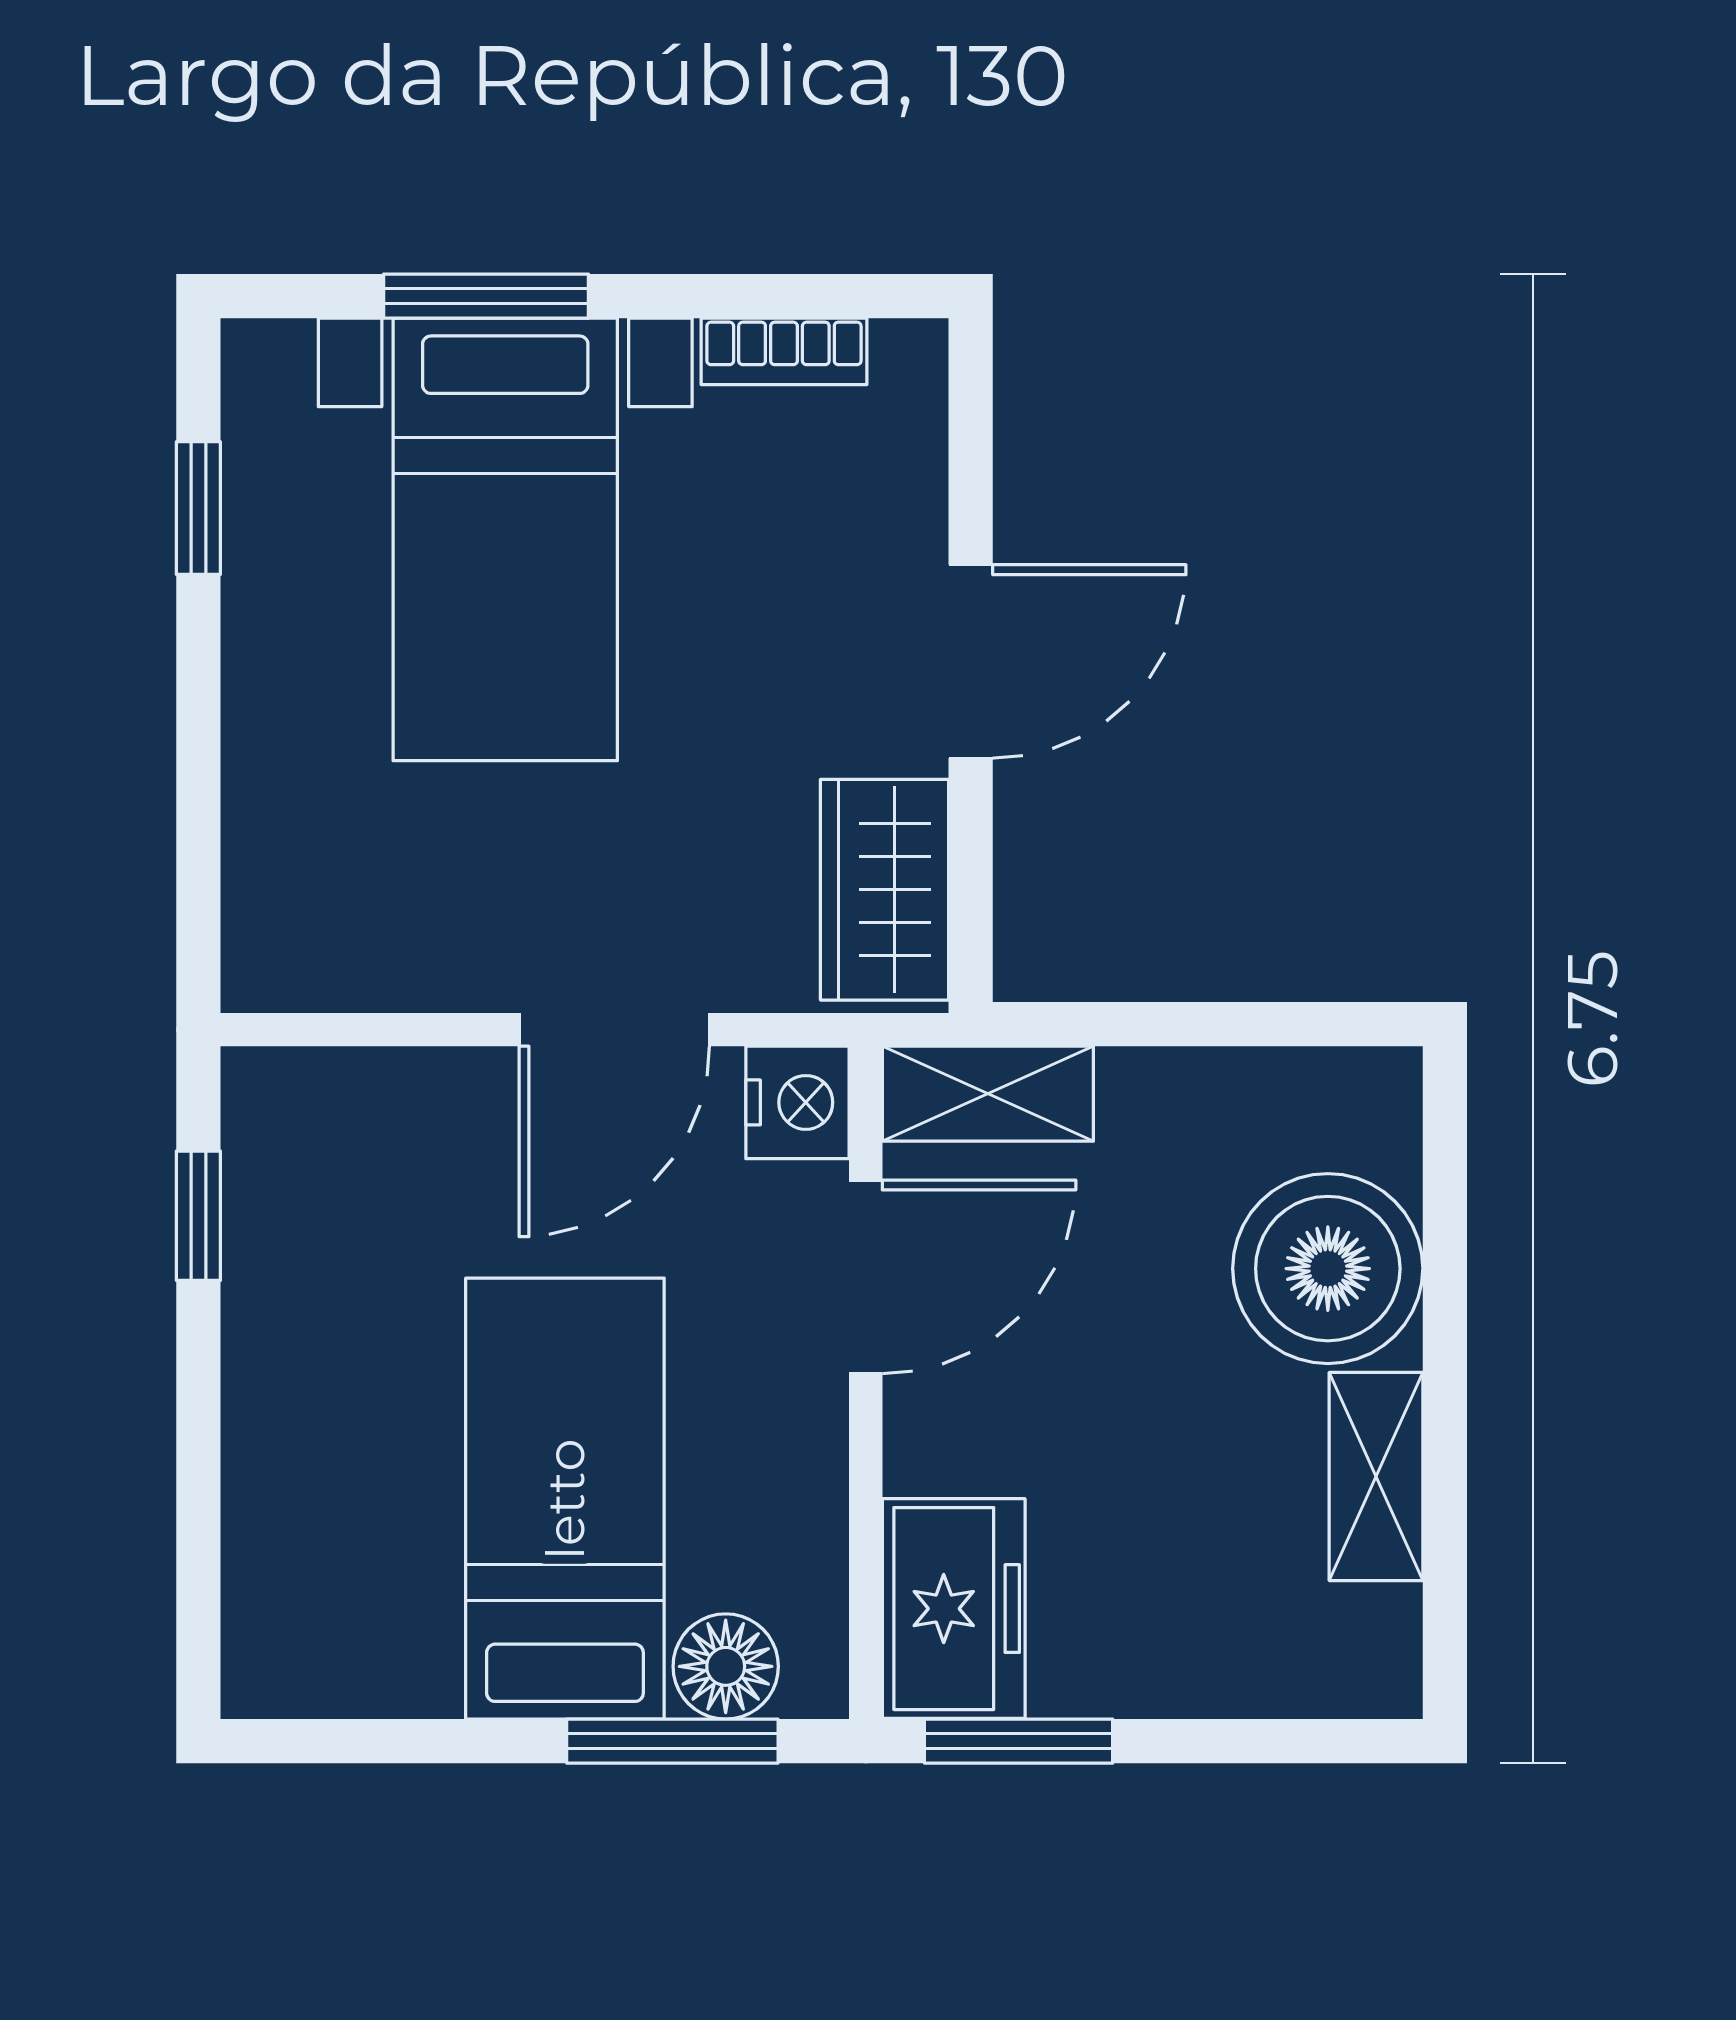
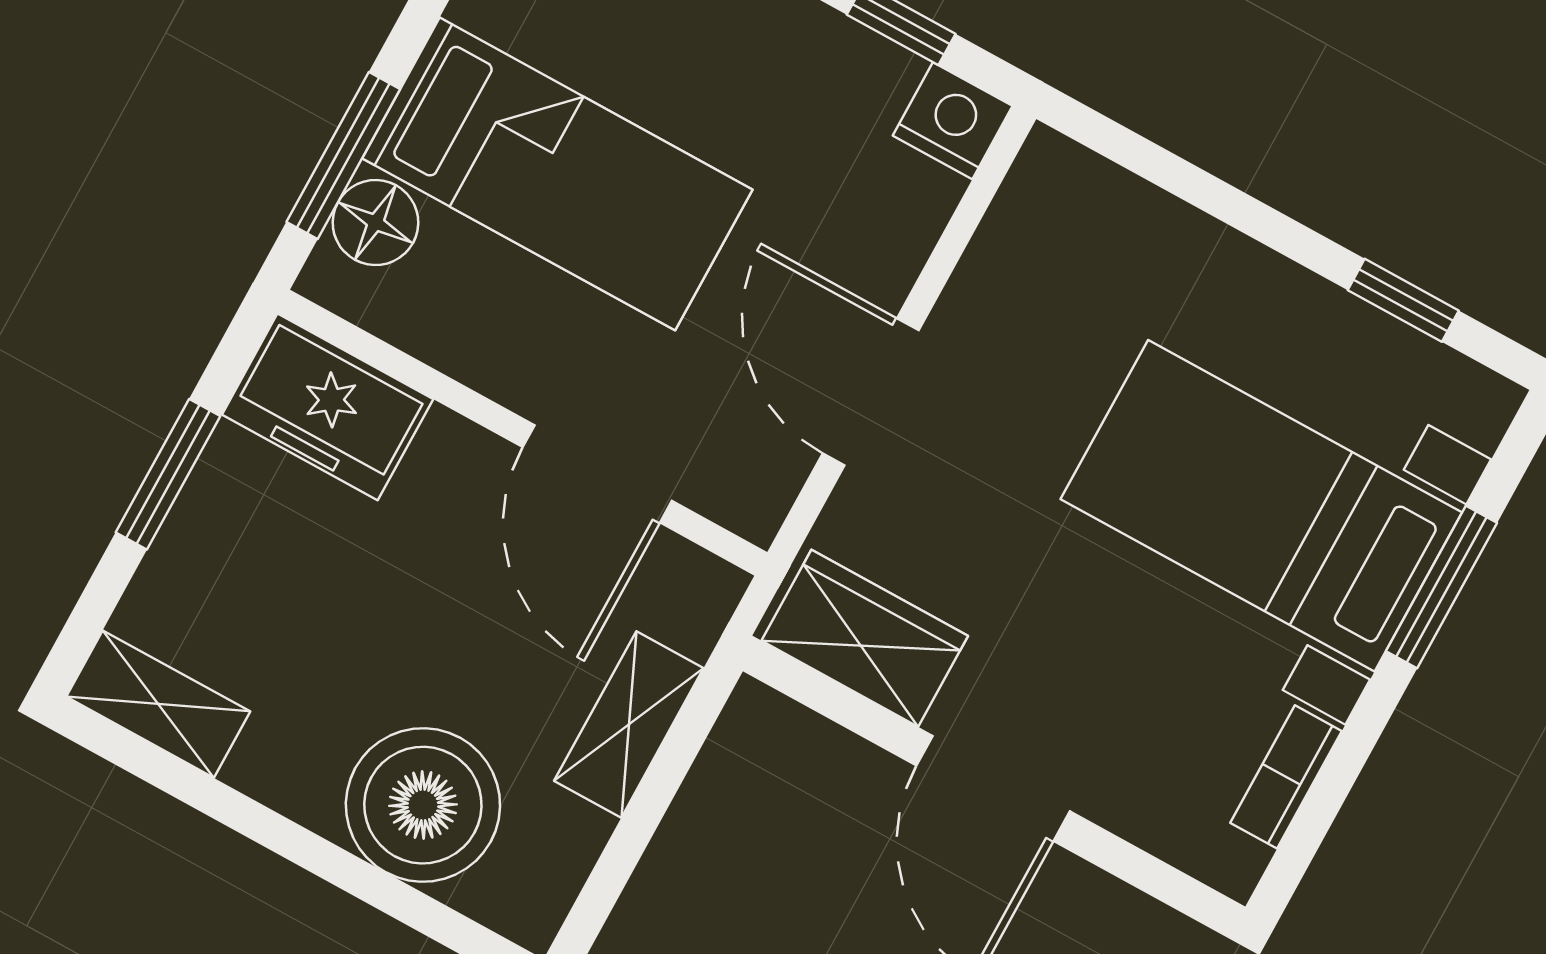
shelving: (988, 1094) -> (629, 724), moved
nightstand: (798, 1102) -> (953, 121), moved, turned 180
shelving: (1376, 1477) -> (158, 704), moved
window: (1019, 1741) -> (168, 474), moved

